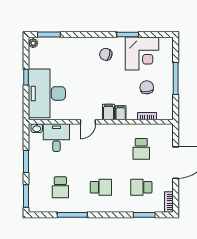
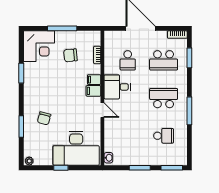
window: (49, 35) -> (21, 126), moved
chair: (106, 54) -> (44, 118), moved
corner desk: (142, 54) -> (39, 46), moved, turned 90
desk: (56, 138) -> (117, 87), moved
school desk: (141, 149) -> (128, 60), turned 90
school desk: (101, 187) -> (164, 98), width x1.85
school desk: (141, 187) -> (164, 60), width x1.85
window: (72, 215) -> (189, 111), moved

